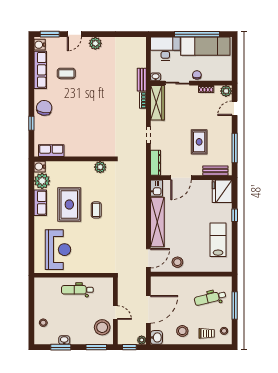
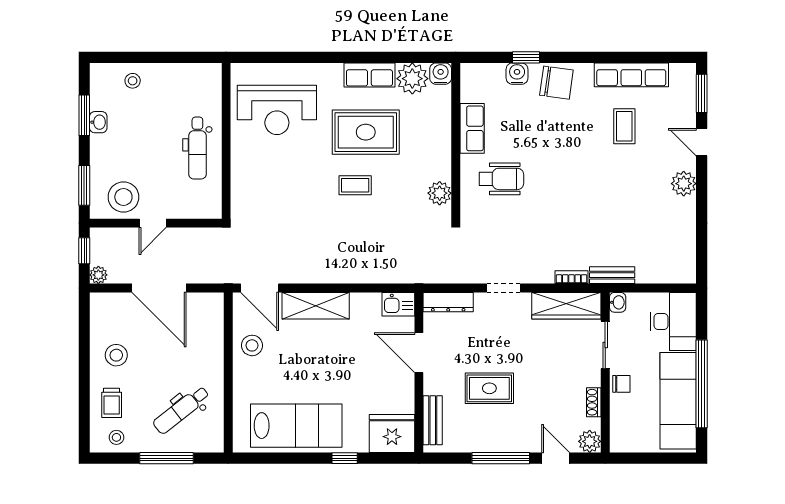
water cooler: (40, 45) -> (517, 74), moved
wheelchair: (93, 136) -> (501, 179), added
window: (235, 148) -> (501, 458), moved
row of seats: (51, 151) -> (472, 128), moved
shelving: (157, 222) -> (316, 306), width x0.68
lab bench: (218, 240) -> (296, 426), width x1.36, depth x1.39
dental chair: (77, 290) -> (197, 148), turned 180
dental chair: (210, 298) -> (181, 410), turned -114
washbasin: (156, 337) -> (103, 304), removed

